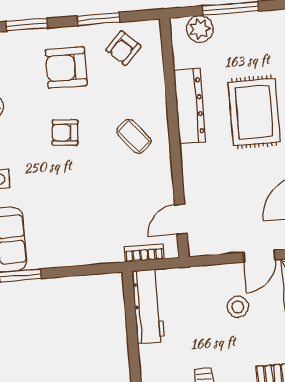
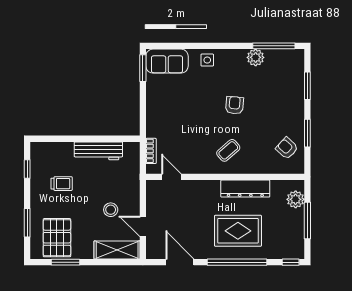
armchair: (66, 68) -> (277, 109), removed
workbench: (148, 306) -> (98, 151), moved

